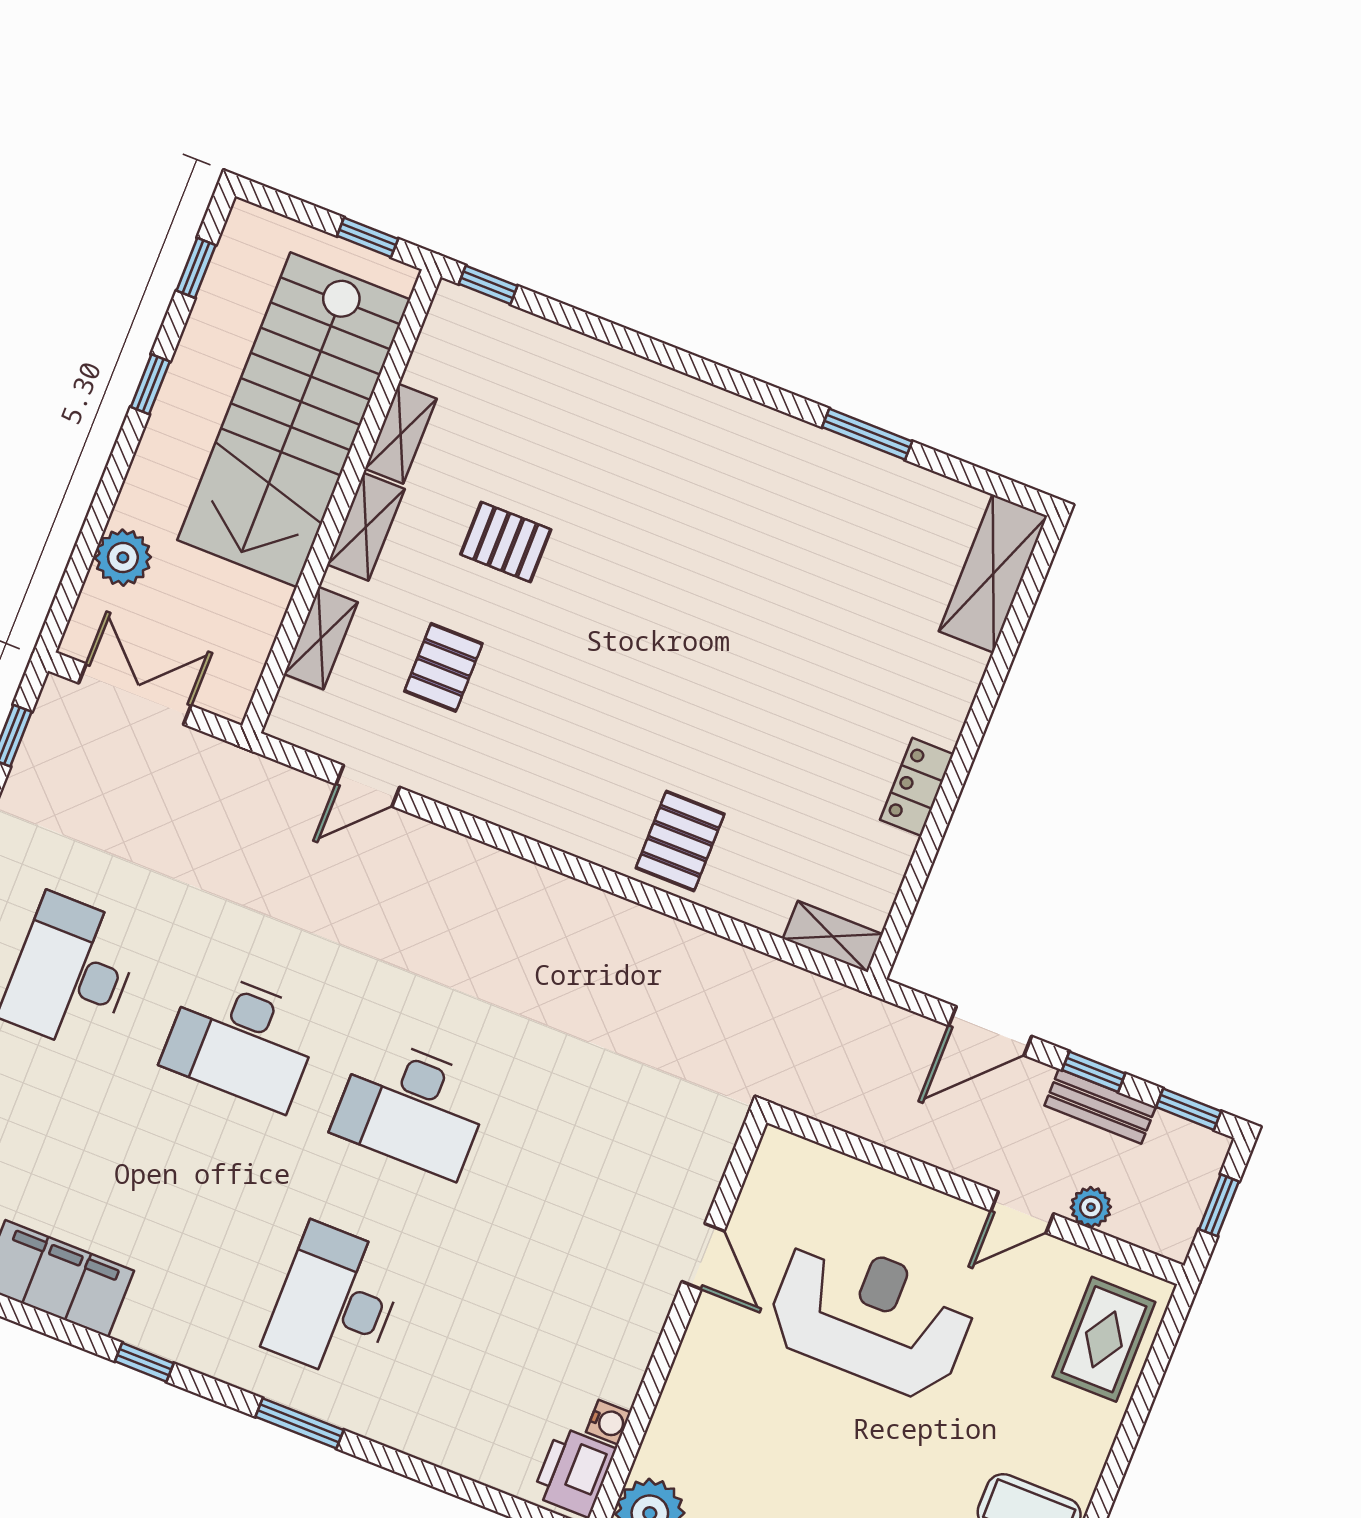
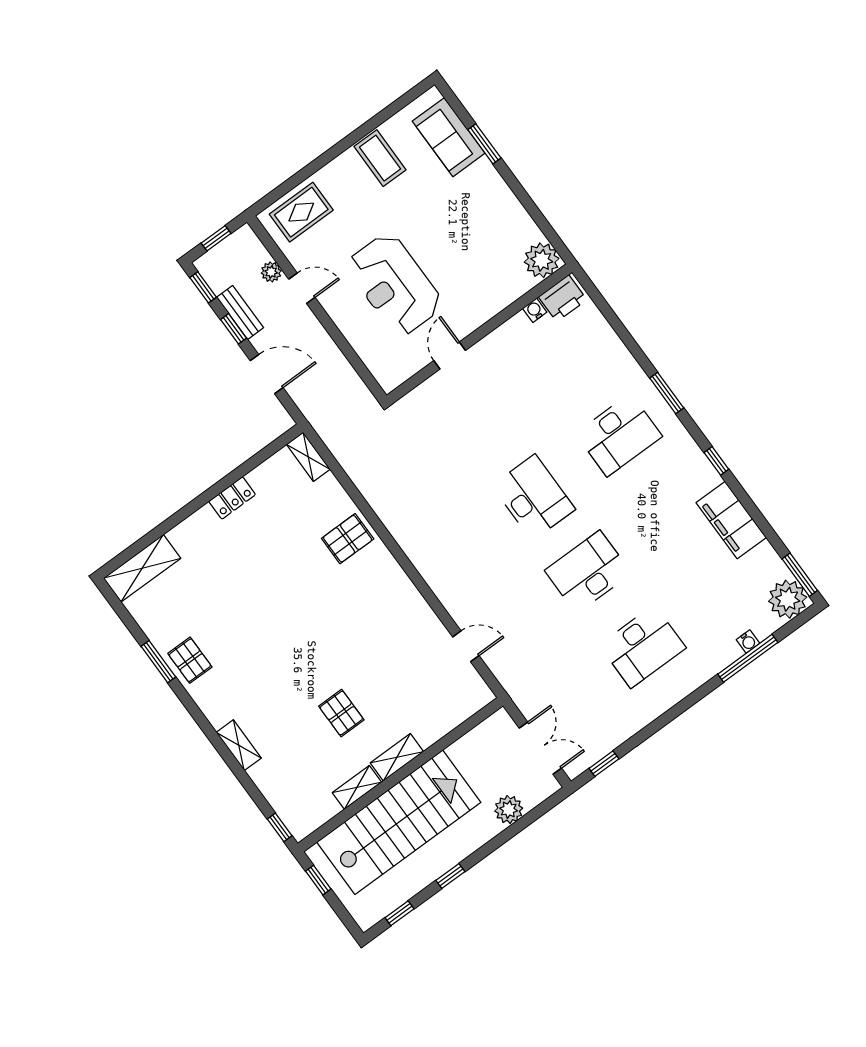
shelving: (321, 638) -> (239, 745), moved, turned 90
pallet: (443, 667) -> (190, 660), moved, turned 90
double door: (135, 694) -> (540, 748), swing flipped
desk: (242, 1040) -> (588, 572), turned -90

